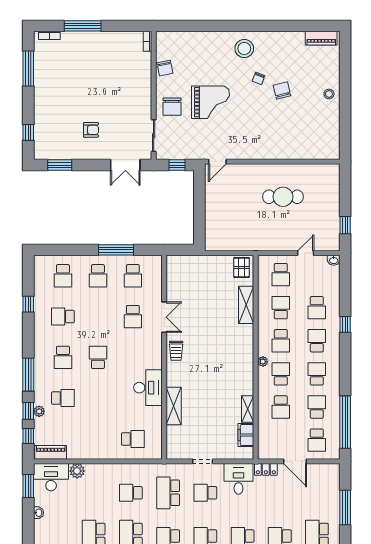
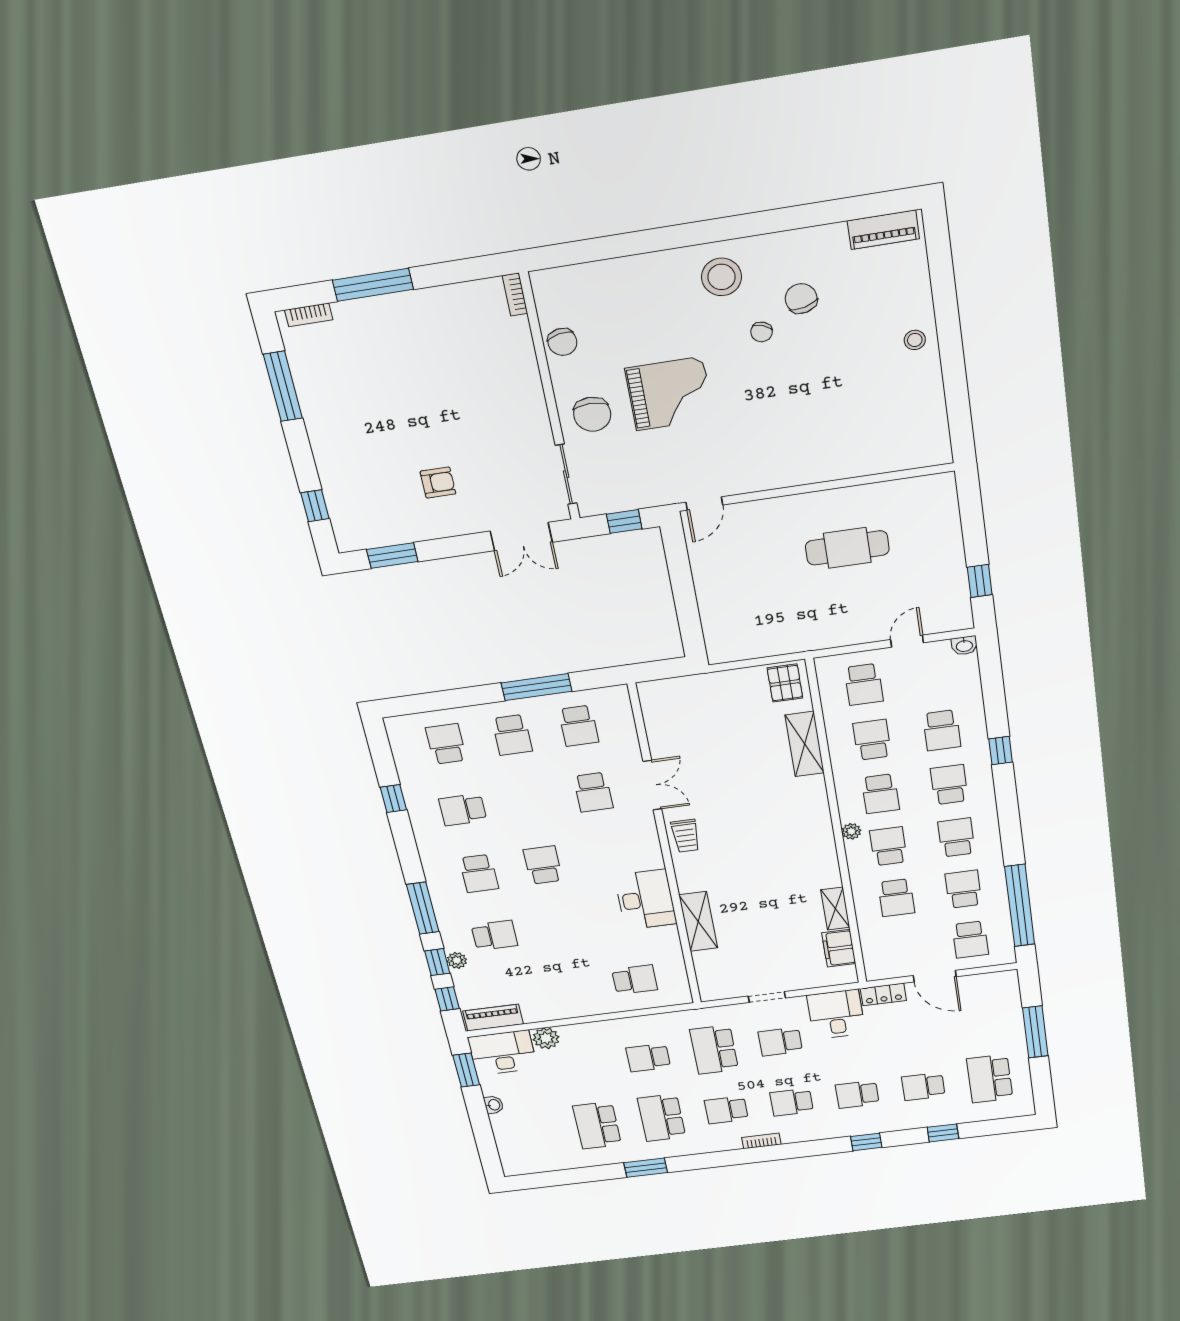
chair: (282, 90) -> (801, 298), moved
school desk: (63, 276) -> (446, 744), turned 180

